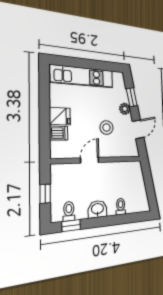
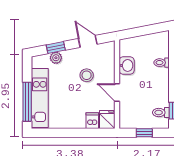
window: (78, 63) -> (27, 102), added
plant: (125, 109) -> (56, 58), moved
fridge: (60, 116) -> (107, 119), moved
washbasin: (97, 209) -> (127, 65), moved, turned 180

